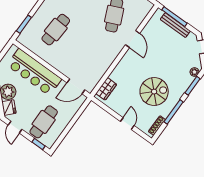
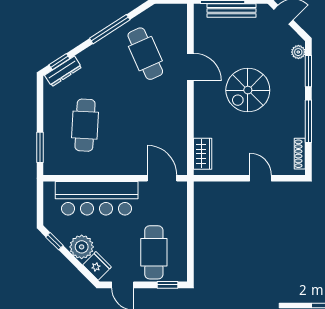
door: (76, 86) -> (162, 178), swing flipped
spiral stairs: (154, 92) -> (248, 90), moved, turned 180

